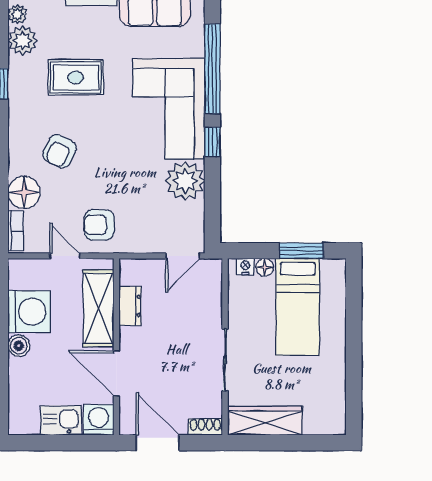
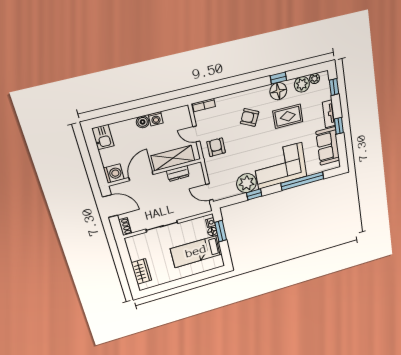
rug: (76, 77) -> (288, 116), turned 90
window: (212, 142) -> (254, 194), moved
floor lamp: (24, 192) -> (278, 91), moved
window: (301, 251) -> (221, 231), moved
door: (65, 256) -> (196, 134), swing flipped
washing machine: (29, 312) -> (156, 119), width x0.53, depth x0.53
kitchen sink: (61, 420) -> (103, 137), moved
wardrobe: (265, 421) -> (141, 271), moved, width x0.67
door: (158, 443) -> (110, 206), hinge flipped

